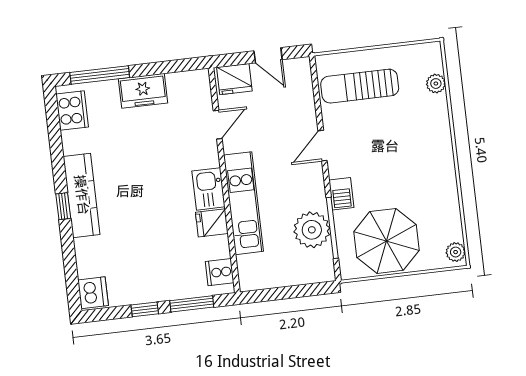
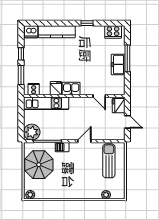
door: (268, 55) -> (127, 122), swing flipped
window: (100, 75) -> (127, 58), moved
door: (323, 146) -> (84, 141), hinge flipped
kitchen counter: (82, 195) -> (57, 32), moved
kitchen unit: (244, 203) -> (46, 103), moved
window: (63, 206) -> (87, 23), moved
plant: (312, 230) -> (32, 132), moved

